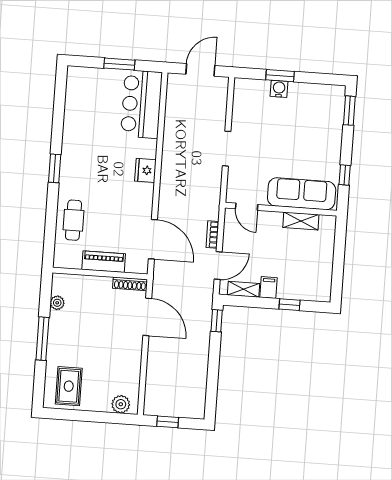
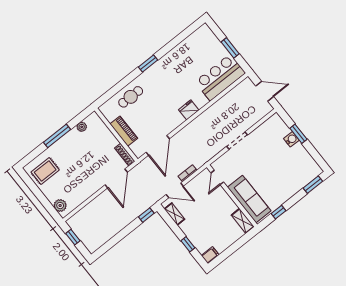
shelving: (301, 221) -> (243, 221), moved
filing cabinet: (269, 288) -> (210, 255), moved

